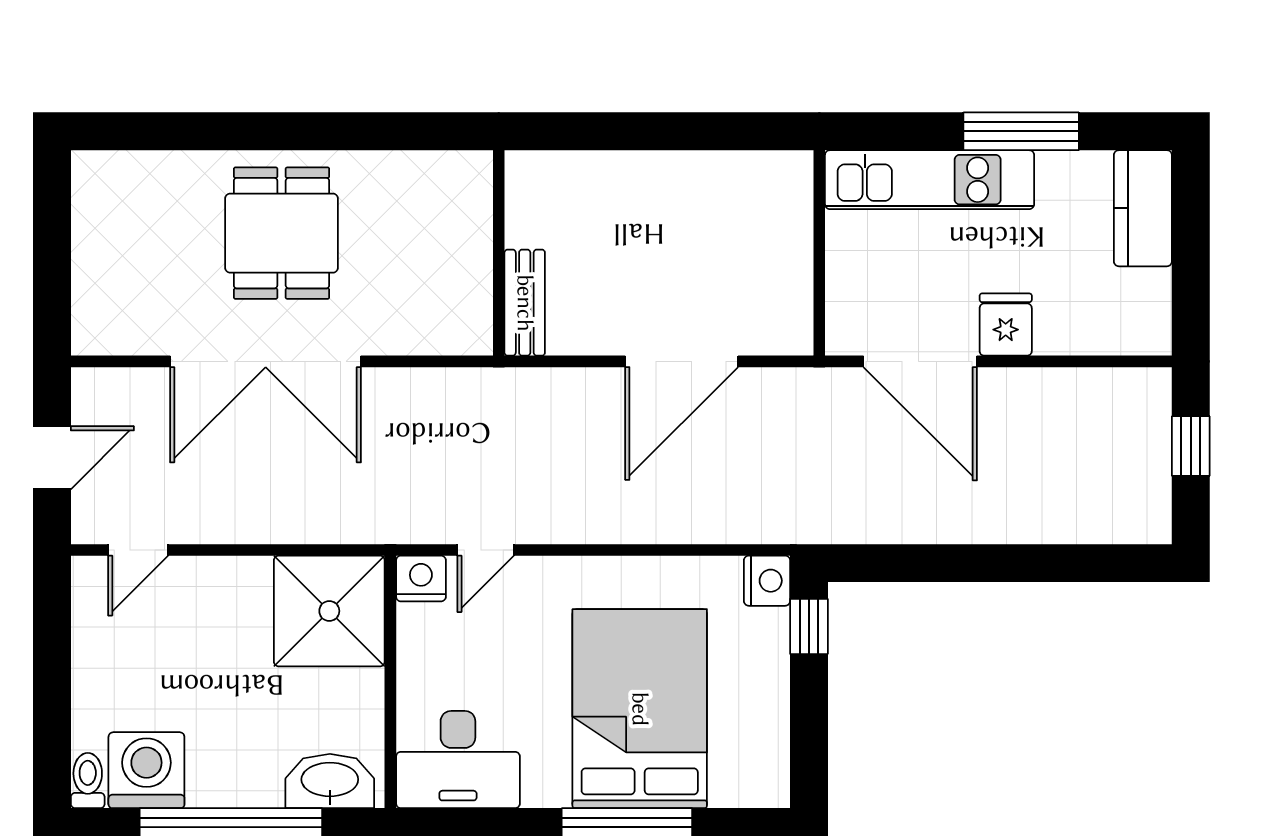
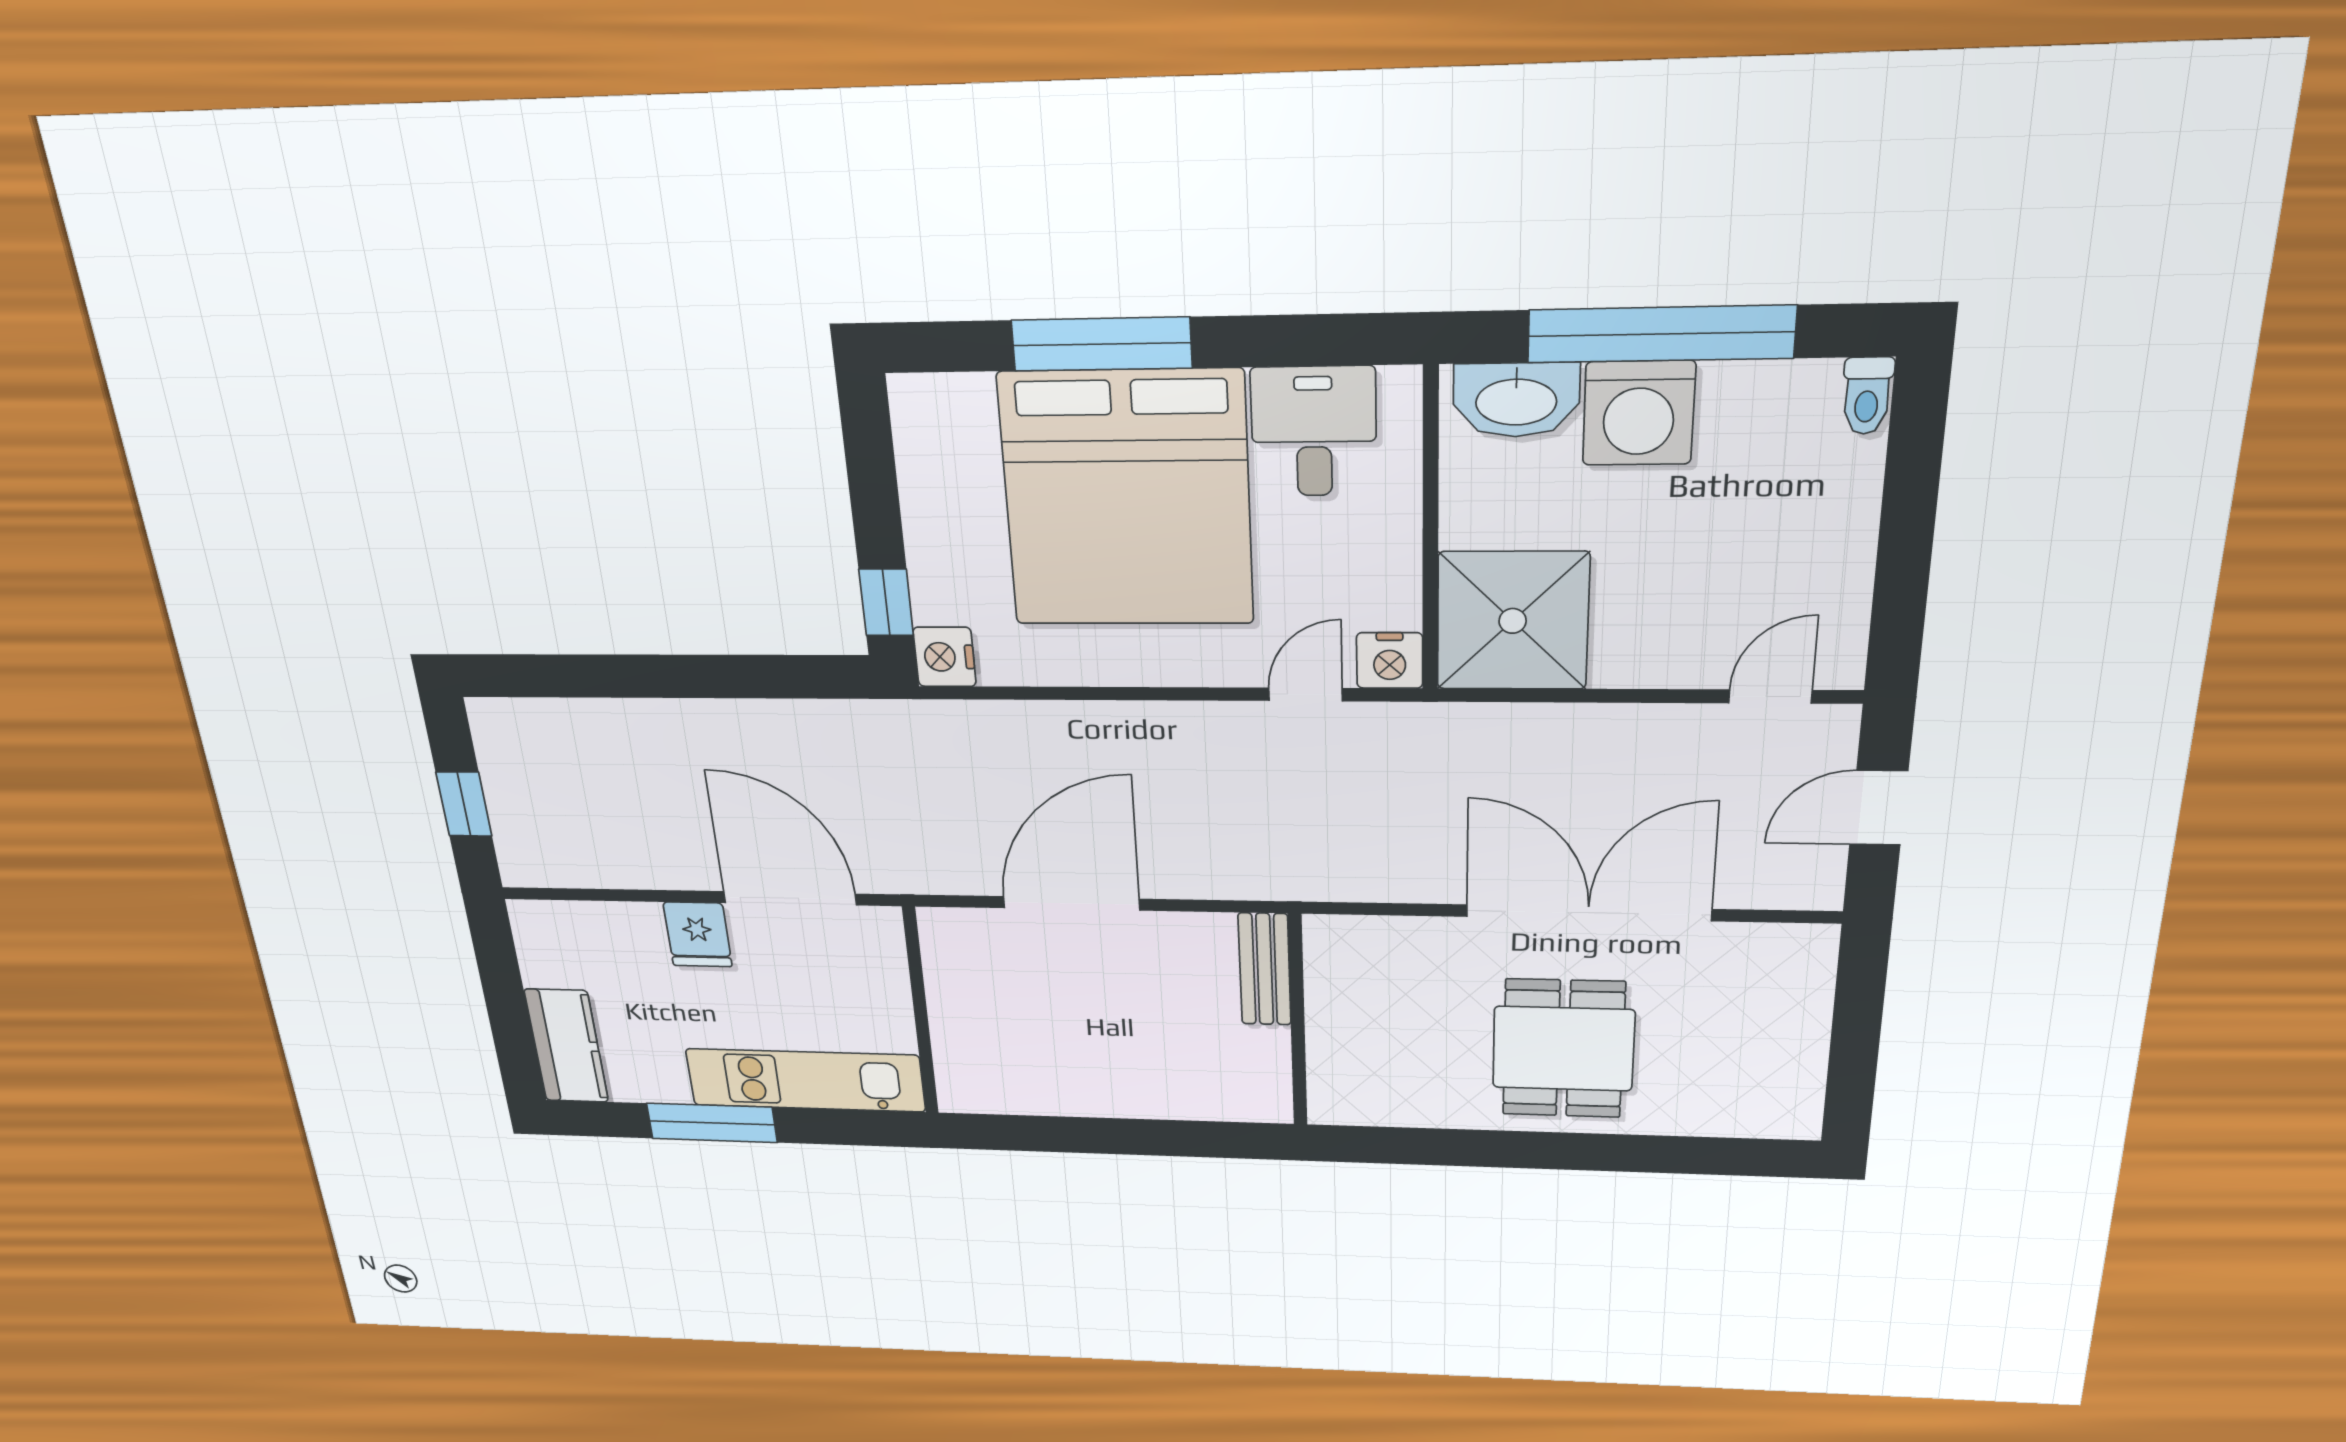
bed: (640, 709) -> (1127, 500), width x1.36
desk: (458, 760) -> (1314, 432), width x0.73
washing machine: (146, 770) -> (1639, 413), moved

